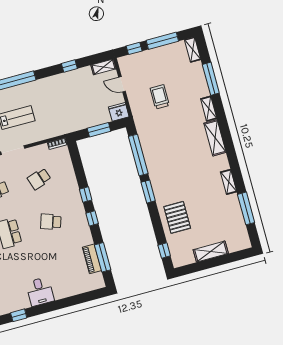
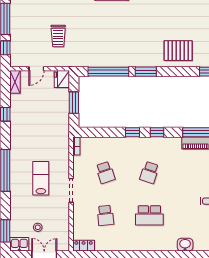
trolley: (160, 97) -> (58, 36), turned -90

